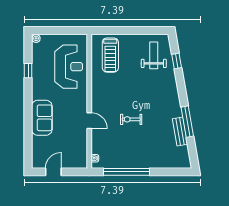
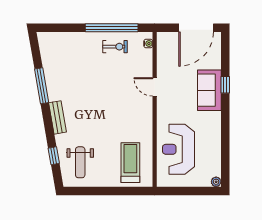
window: (28, 71) -> (225, 85), moved
exercise bike: (131, 119) -> (115, 47), moved
bench: (180, 131) -> (58, 117), moved
door: (53, 172) -> (196, 28), width x1.87

